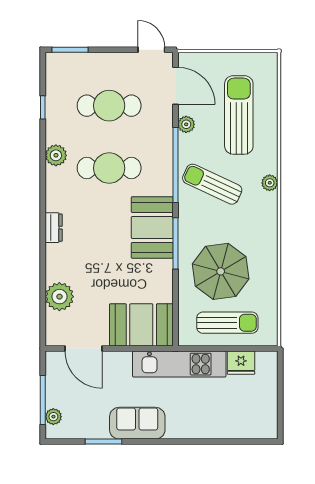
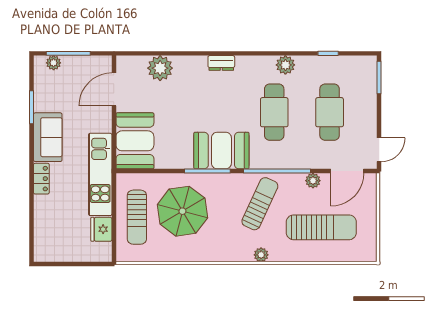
locker: (184, 430) -> (41, 179), added

